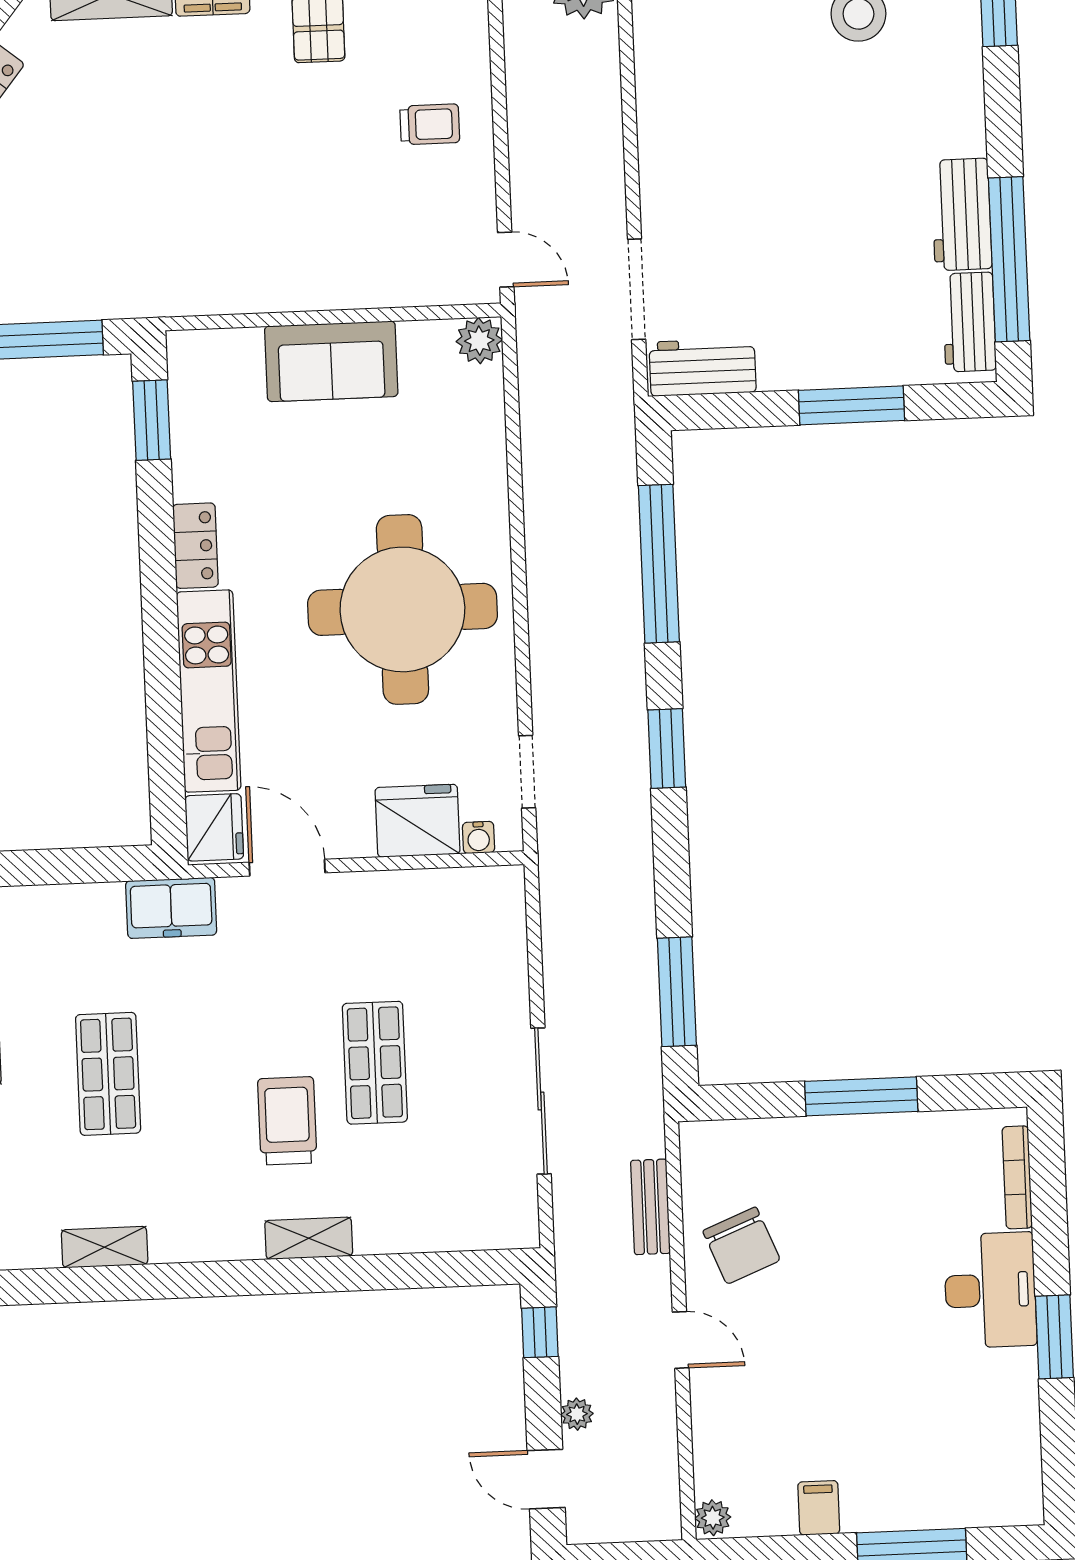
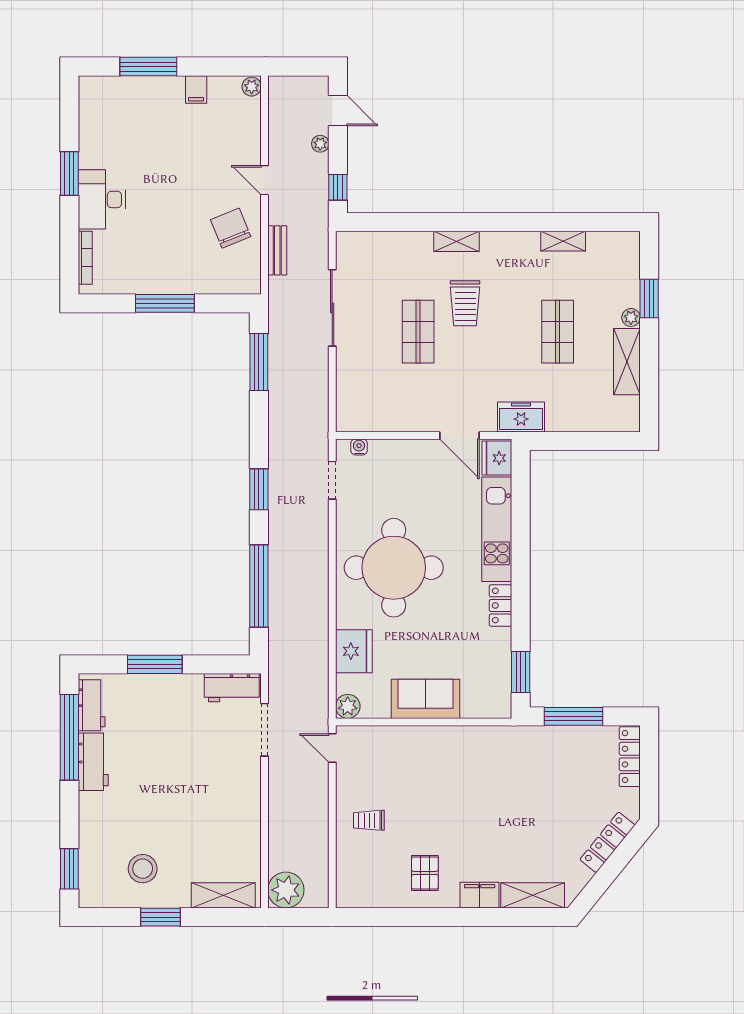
fridge: (417, 821) -> (354, 651), moved, turned -90

